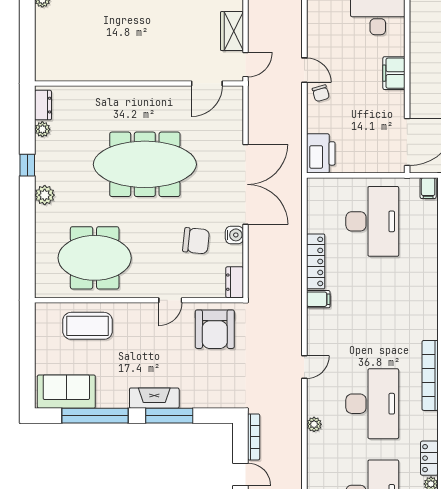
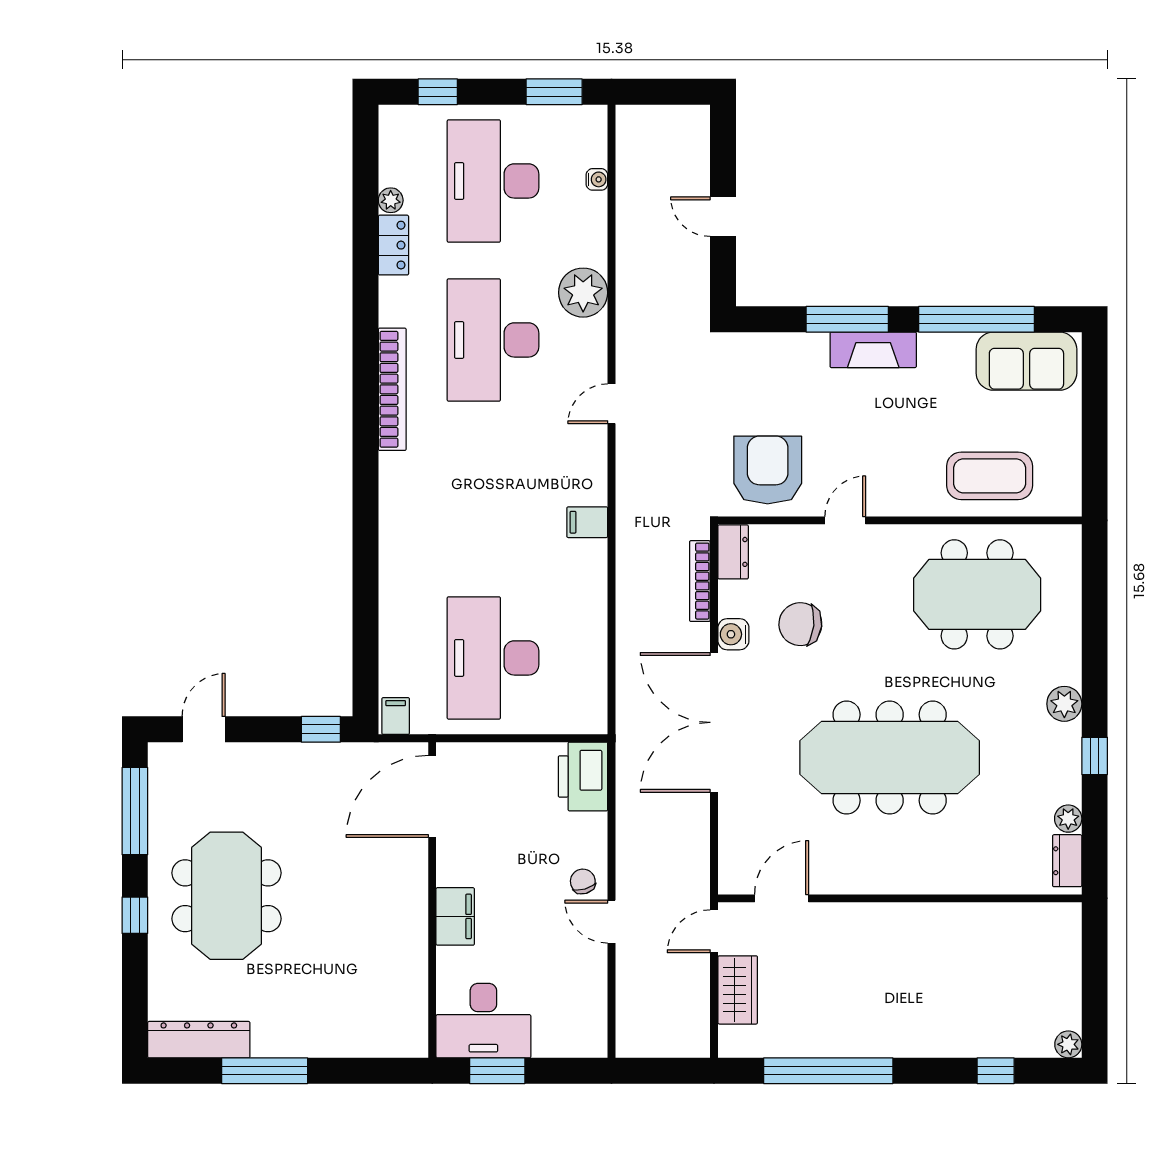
locker: (316, 261) -> (592, 588), removed
plant: (314, 424) -> (583, 293), width x1.87, depth x1.87
bookcase: (254, 437) -> (700, 581), moved

